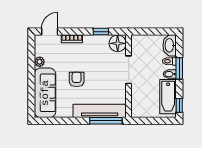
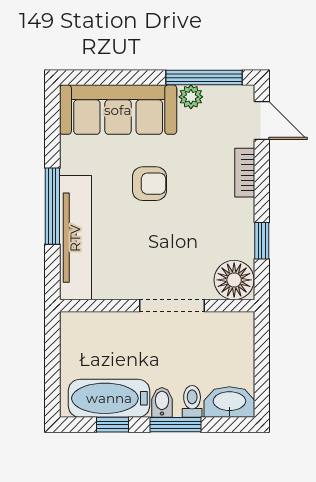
window: (31, 56) -> (204, 78), added
window: (179, 105) -> (112, 425), moved
window: (106, 121) -> (52, 206), moved

